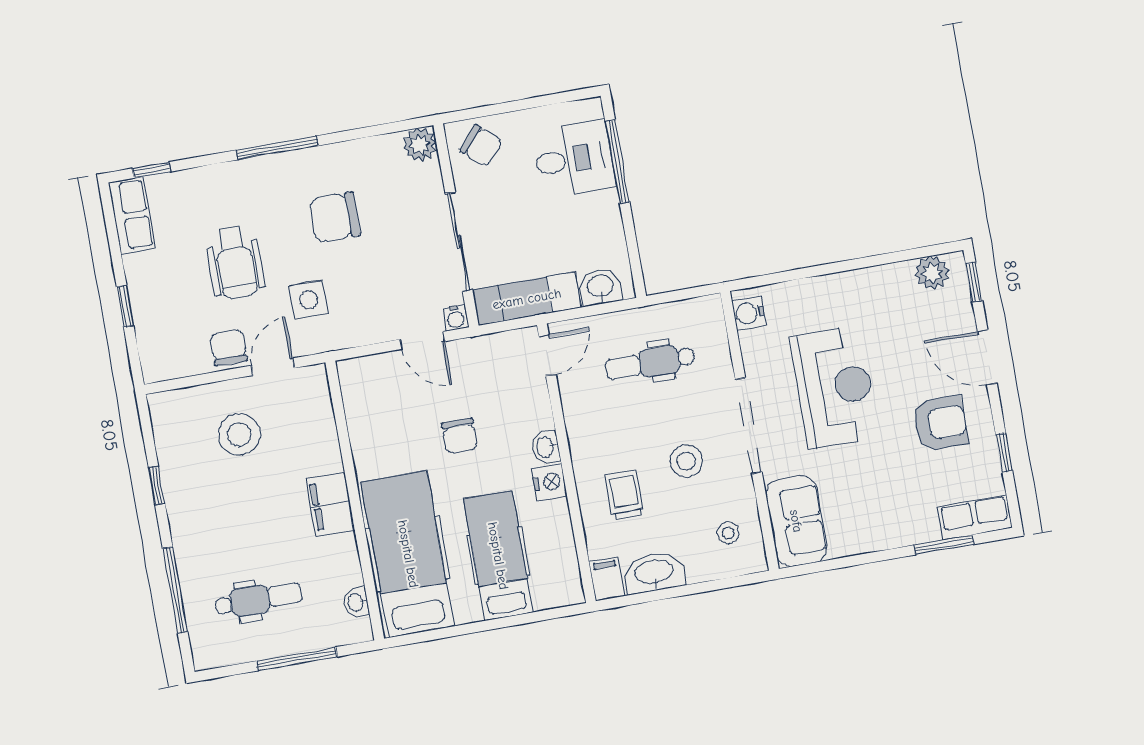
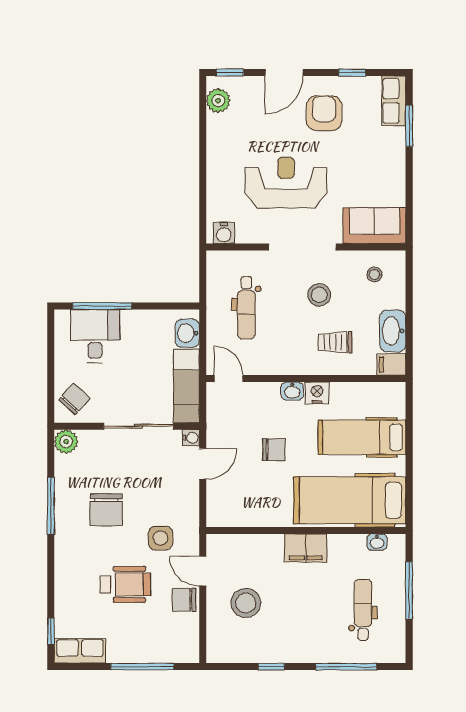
window: (277, 148) -> (51, 506), moved
window: (125, 306) -> (142, 667), width x2.17

